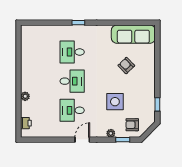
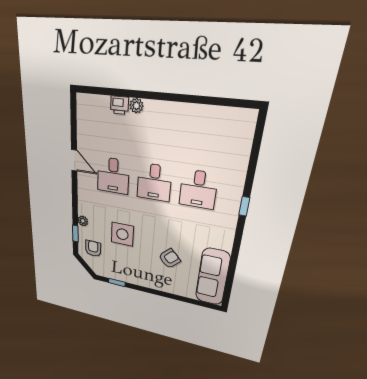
desk: (72, 52) -> (198, 189), turned 180
desk: (72, 110) -> (113, 176), turned 180
printer: (26, 123) -> (120, 105), moved
door: (82, 140) -> (74, 160), moved

